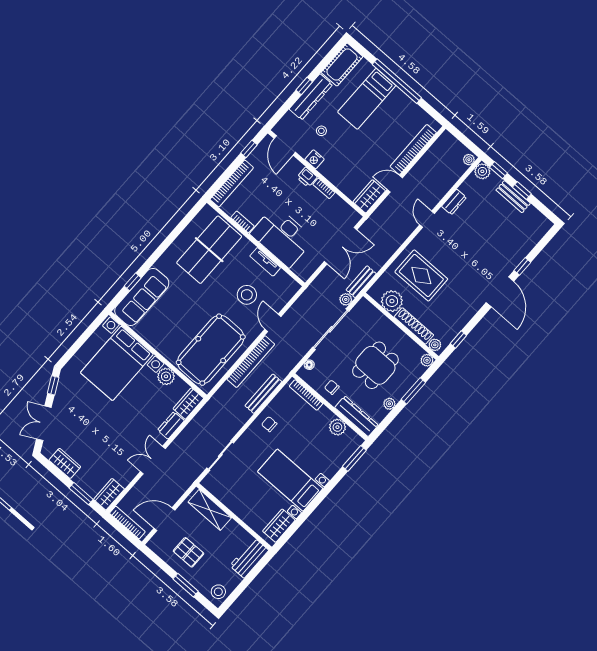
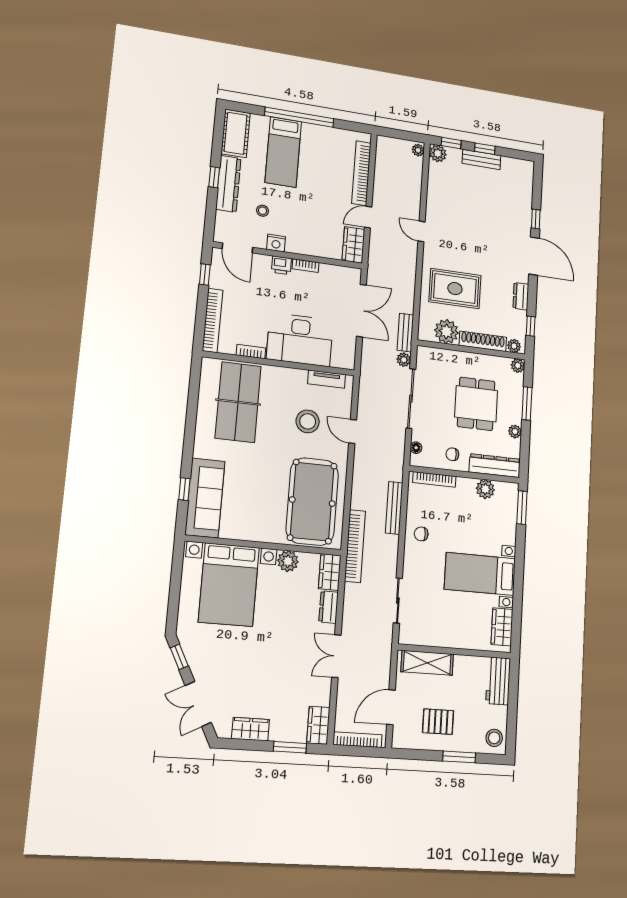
dresser: (454, 202) -> (521, 296), moved, turned 180
tv unit: (265, 262) -> (327, 379), moved
bookcase: (251, 362) -> (355, 546), moved

